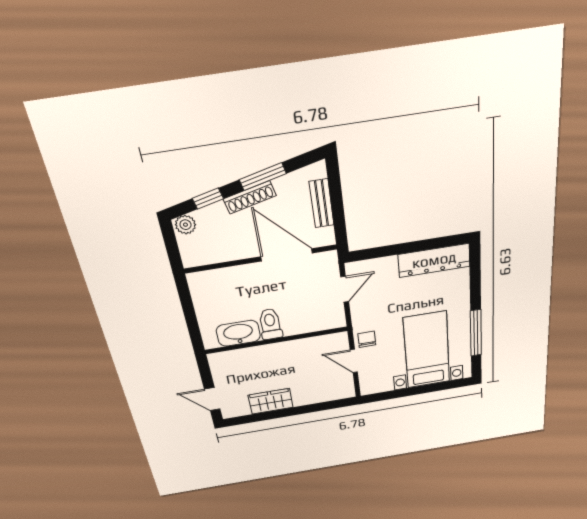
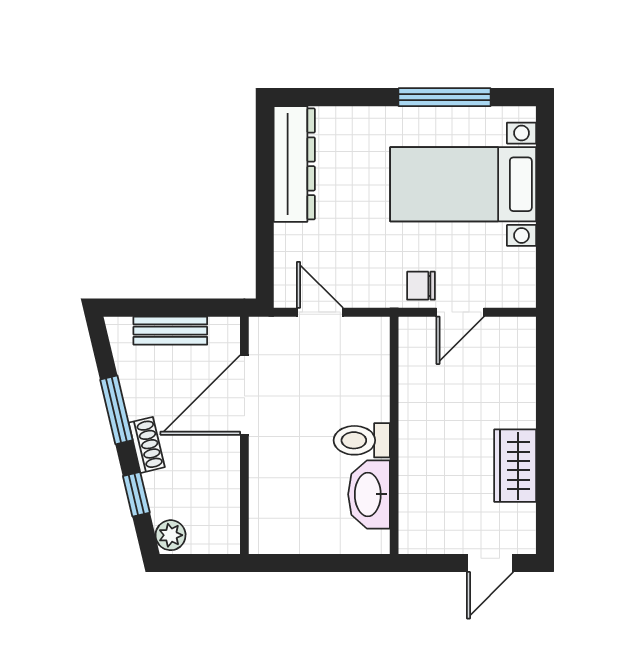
shoe rack: (250, 197) -> (147, 445), width x0.70

